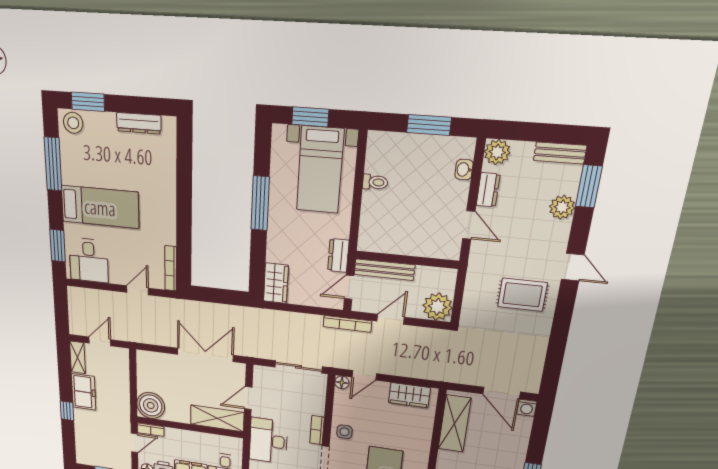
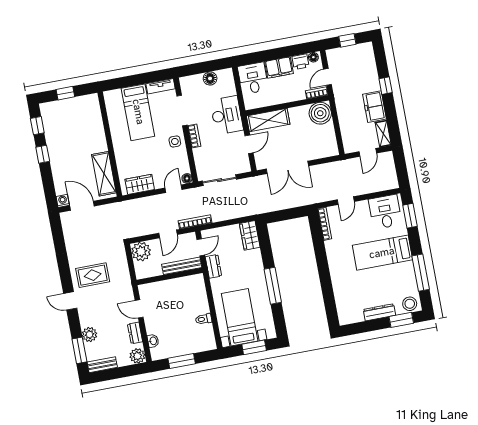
dresser: (139, 123) -> (379, 312), moved

